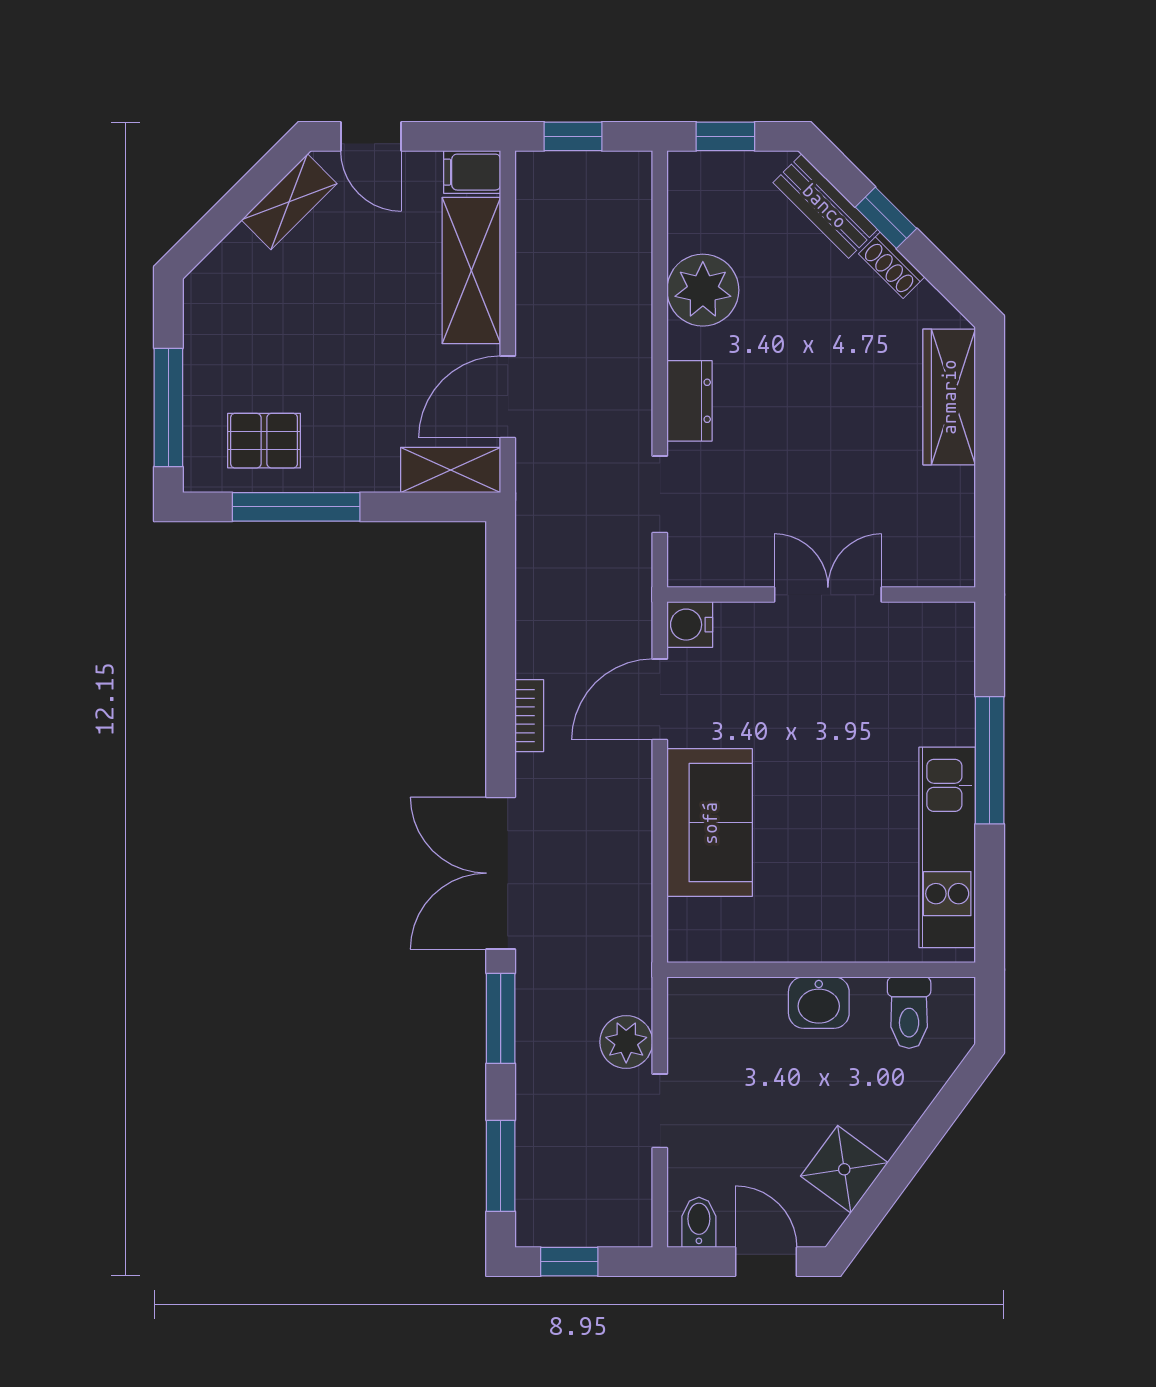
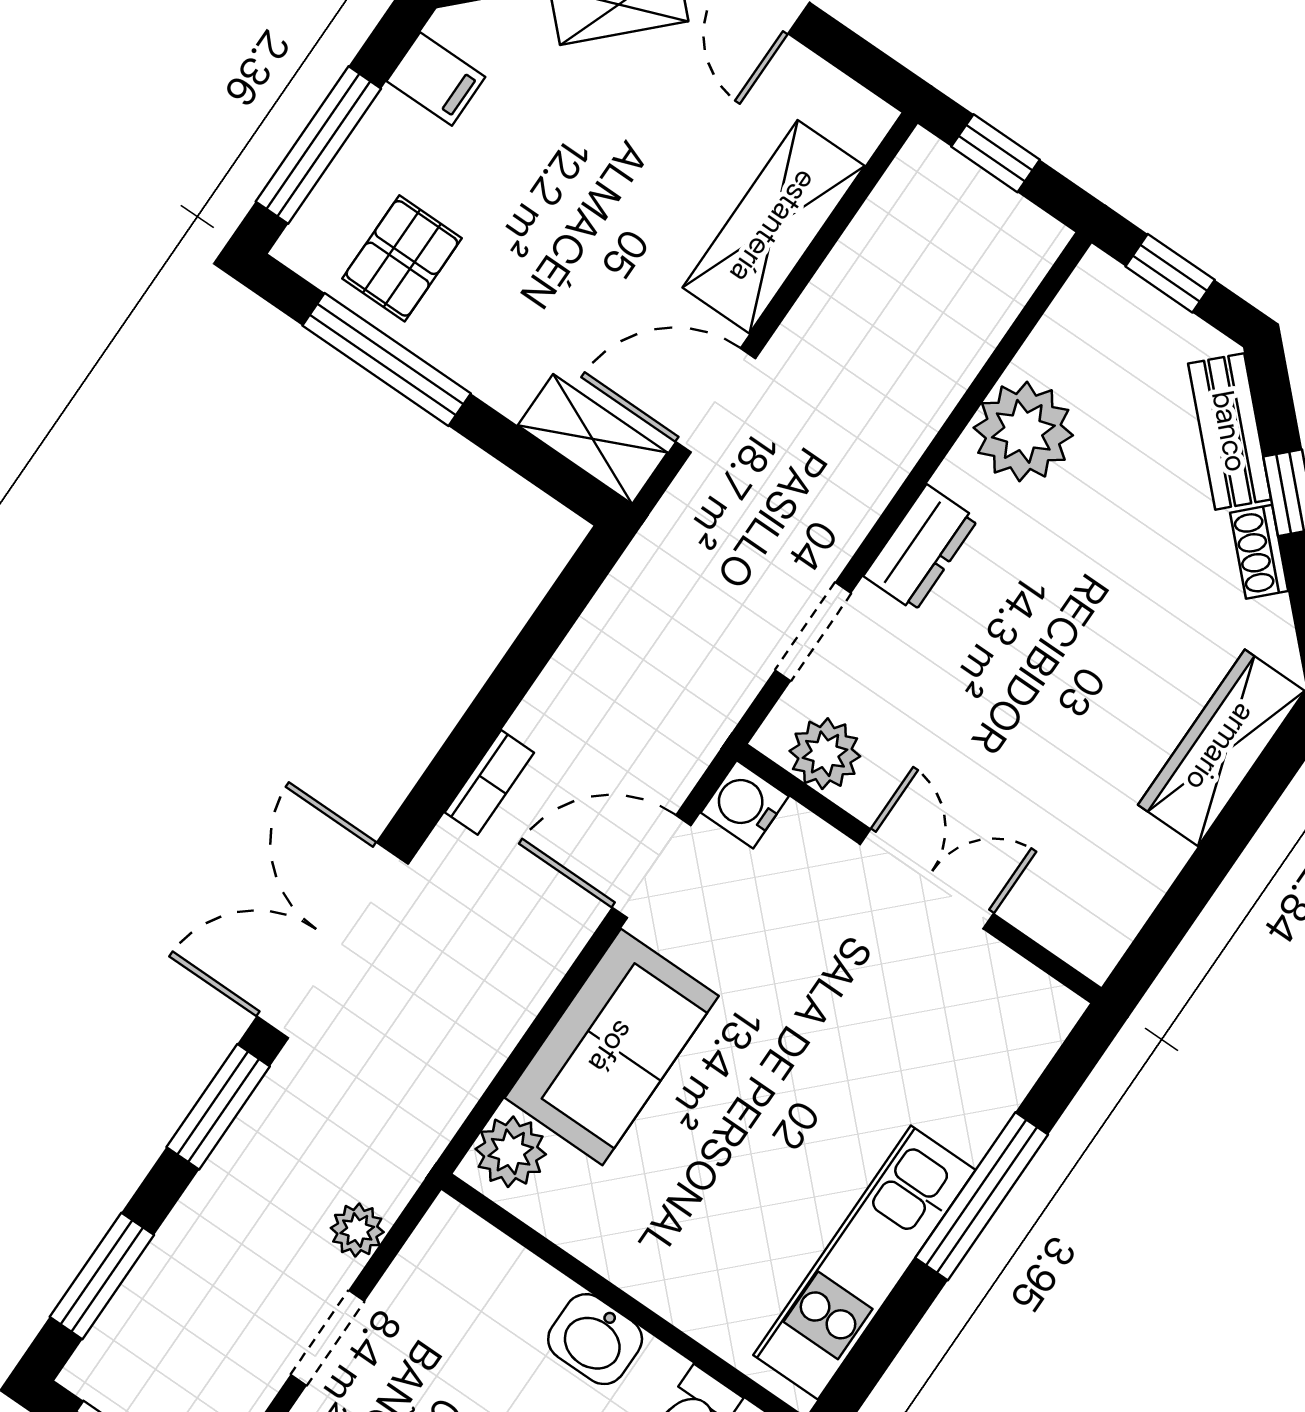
filing cabinet: (472, 172) -> (436, 79), moved, turned 180
pallet: (264, 441) -> (402, 258), turned 90
plant: (717, 562) -> (825, 754), added
plant: (692, 926) -> (511, 1152), added
plant: (626, 1042) -> (357, 1230), width x0.73, depth x0.73

